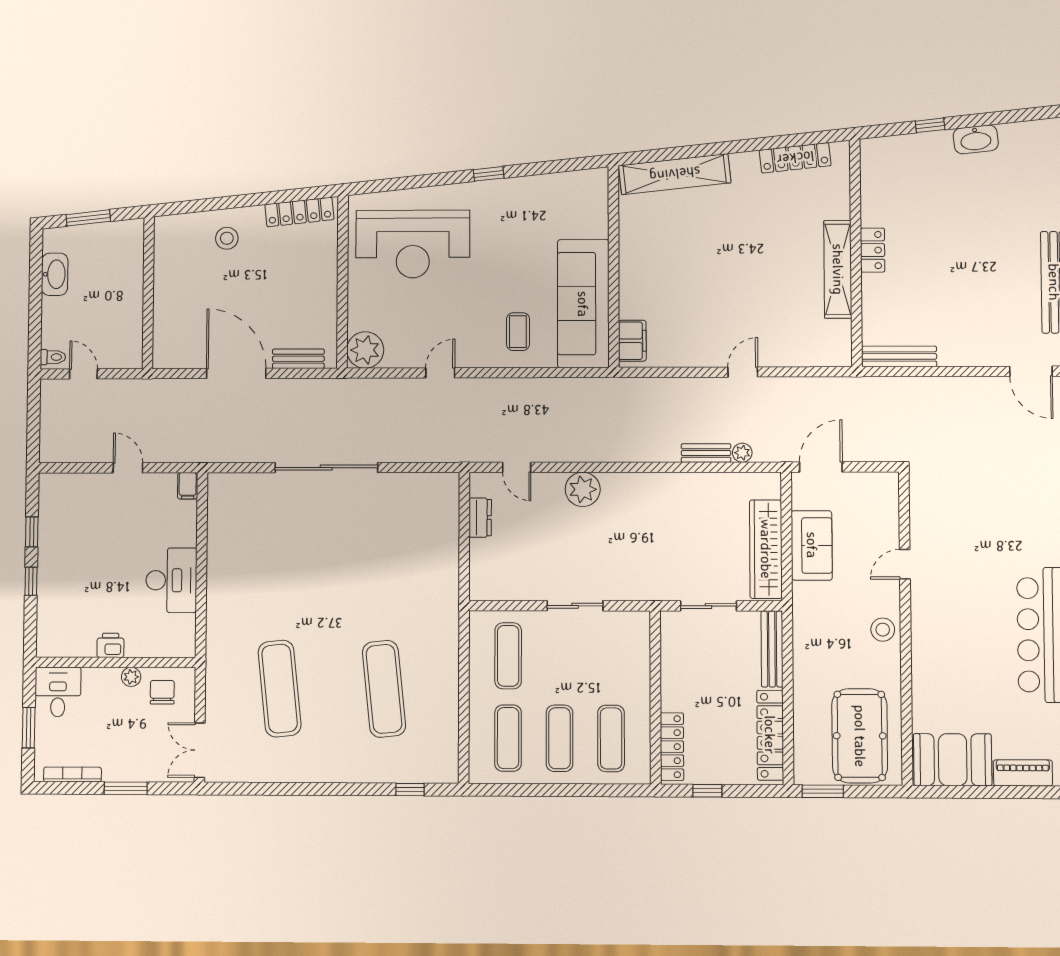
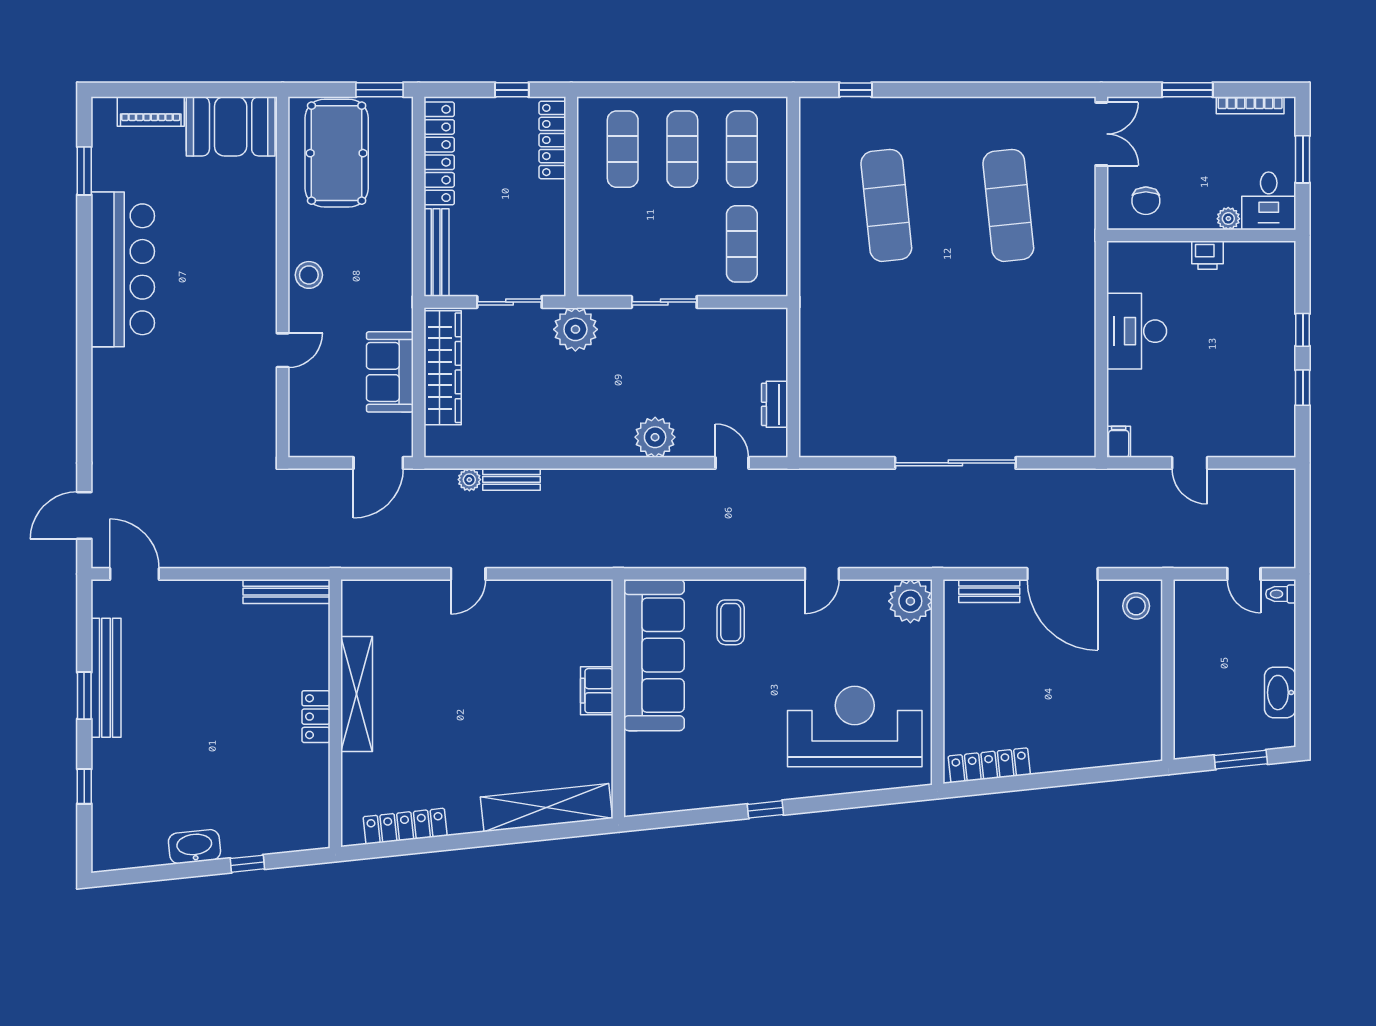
stool: (227, 238) -> (1136, 606), moved
filing cabinet: (632, 341) -> (597, 691), moved
plant: (651, 582) -> (575, 329), added
plant: (131, 677) -> (1228, 219), moved

